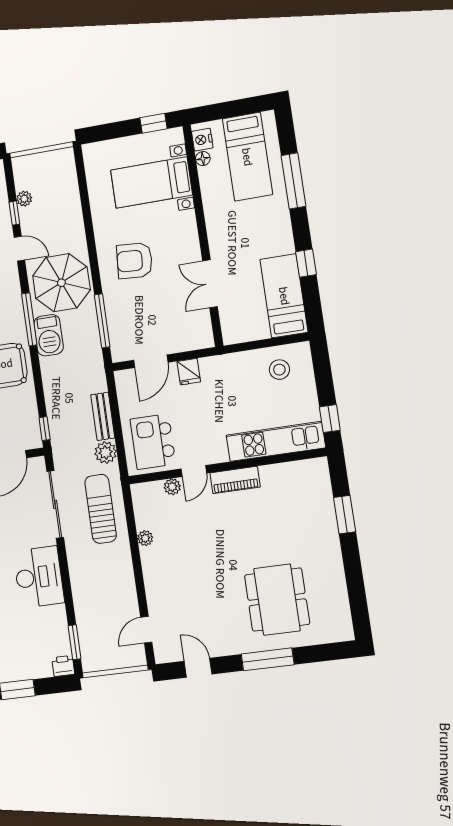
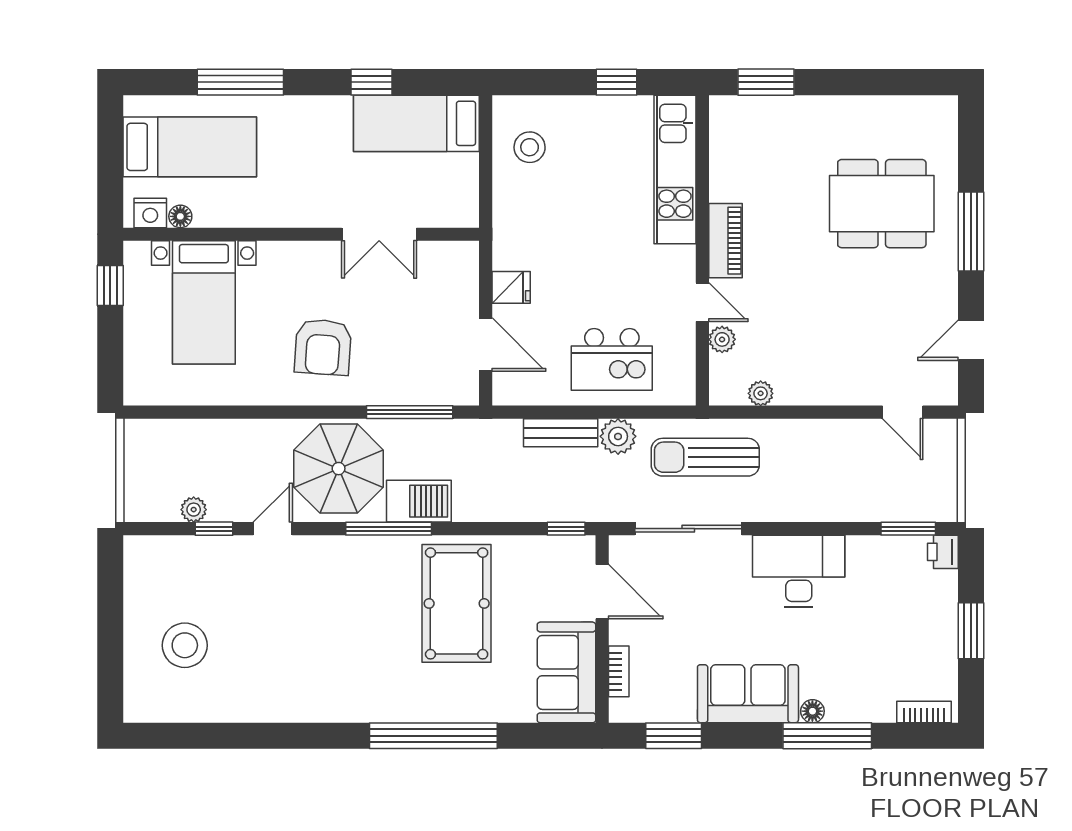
kitchen unit: (276, 441) -> (675, 169), moved
wall: (227, 466) -> (702, 250), moved
door: (194, 471) -> (702, 302), moved
piano: (235, 480) -> (725, 241), moved
plant: (172, 487) -> (722, 339), moved

